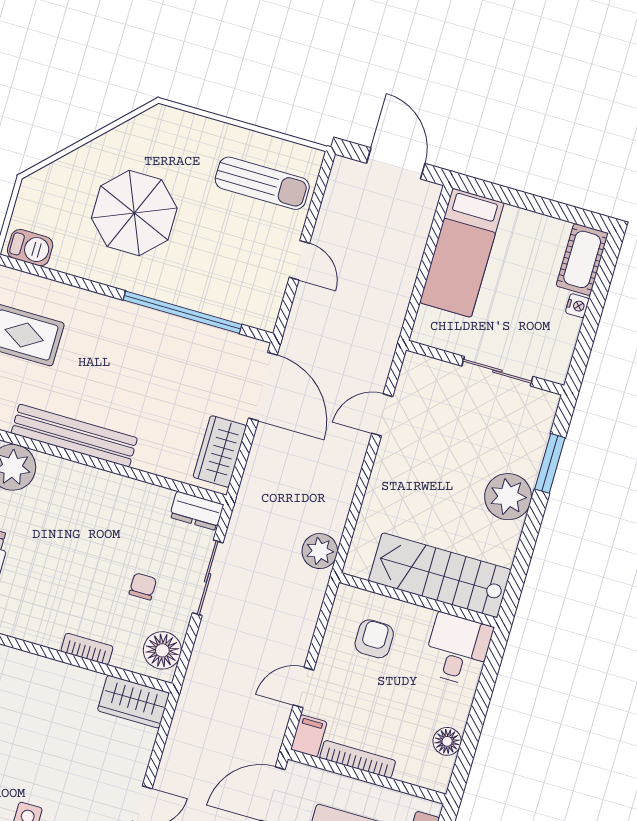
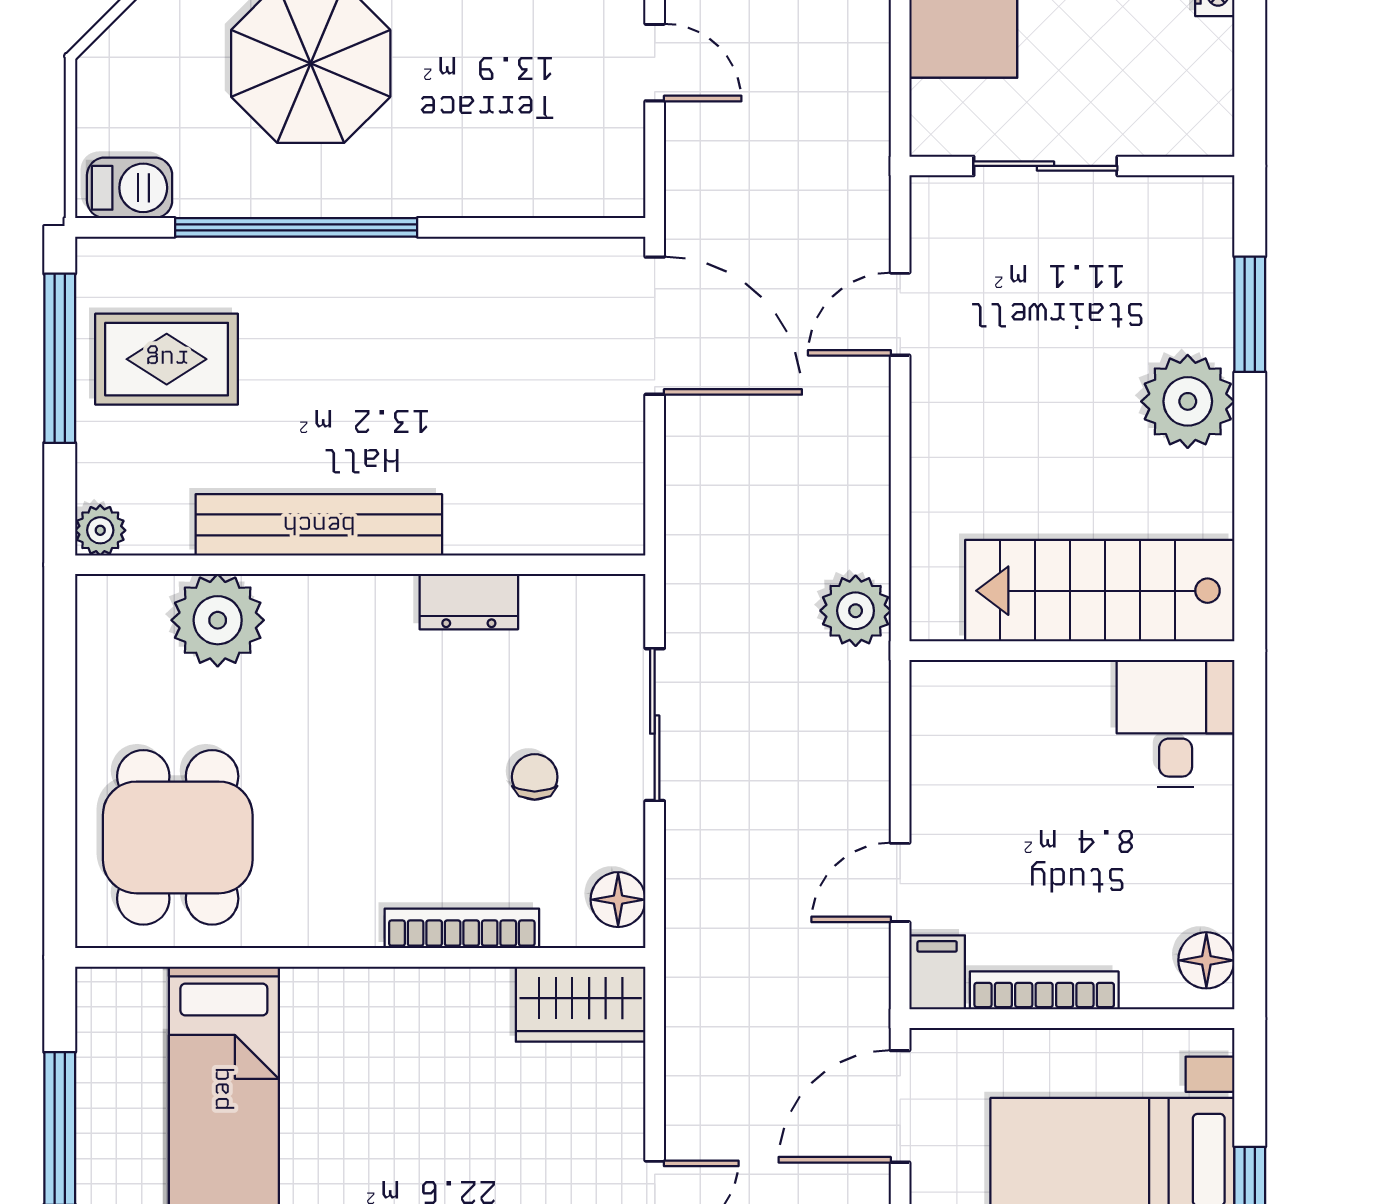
window: (183, 312) -> (296, 227), moved
sliding door: (497, 371) -> (1045, 166), moved
wardrobe: (220, 451) -> (608, 475), removed
dresser: (197, 511) -> (469, 602), moved
armchair: (374, 639) -> (1009, 749), removed
bookcase: (87, 649) -> (462, 928), width x1.56
floor lamp: (162, 650) -> (618, 900), width x0.73, depth x0.73
floor lamp: (447, 741) -> (1206, 960), moved

